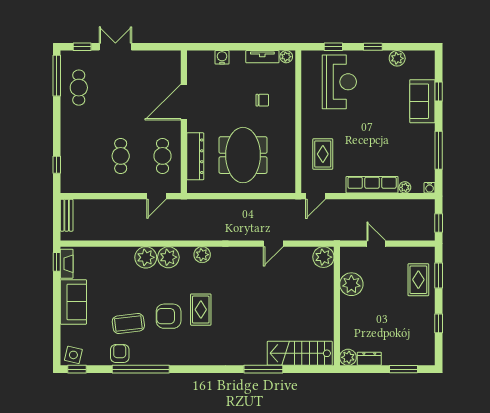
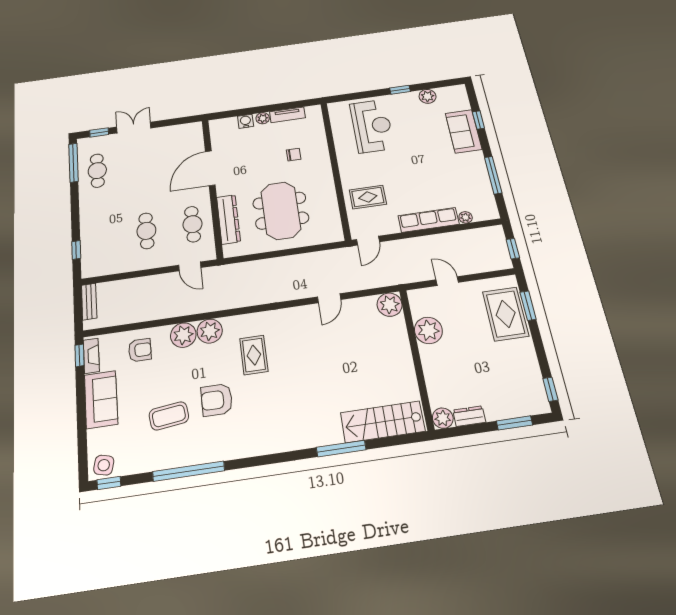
window: (333, 47) -> (359, 95), removed
plant: (286, 57) -> (263, 118), moved
rug: (323, 154) -> (368, 197), turned 90
water cooler: (430, 188) -> (493, 214), removed
door: (156, 196) -> (190, 266), hinge flipped
plant: (202, 255) -> (249, 322), removed
rug: (418, 280) -> (506, 314), width x1.36, depth x1.43
rug: (201, 310) -> (254, 355), moved
window: (439, 323) -> (550, 389), moved
armchair: (120, 353) -> (140, 350), moved, turned 90

